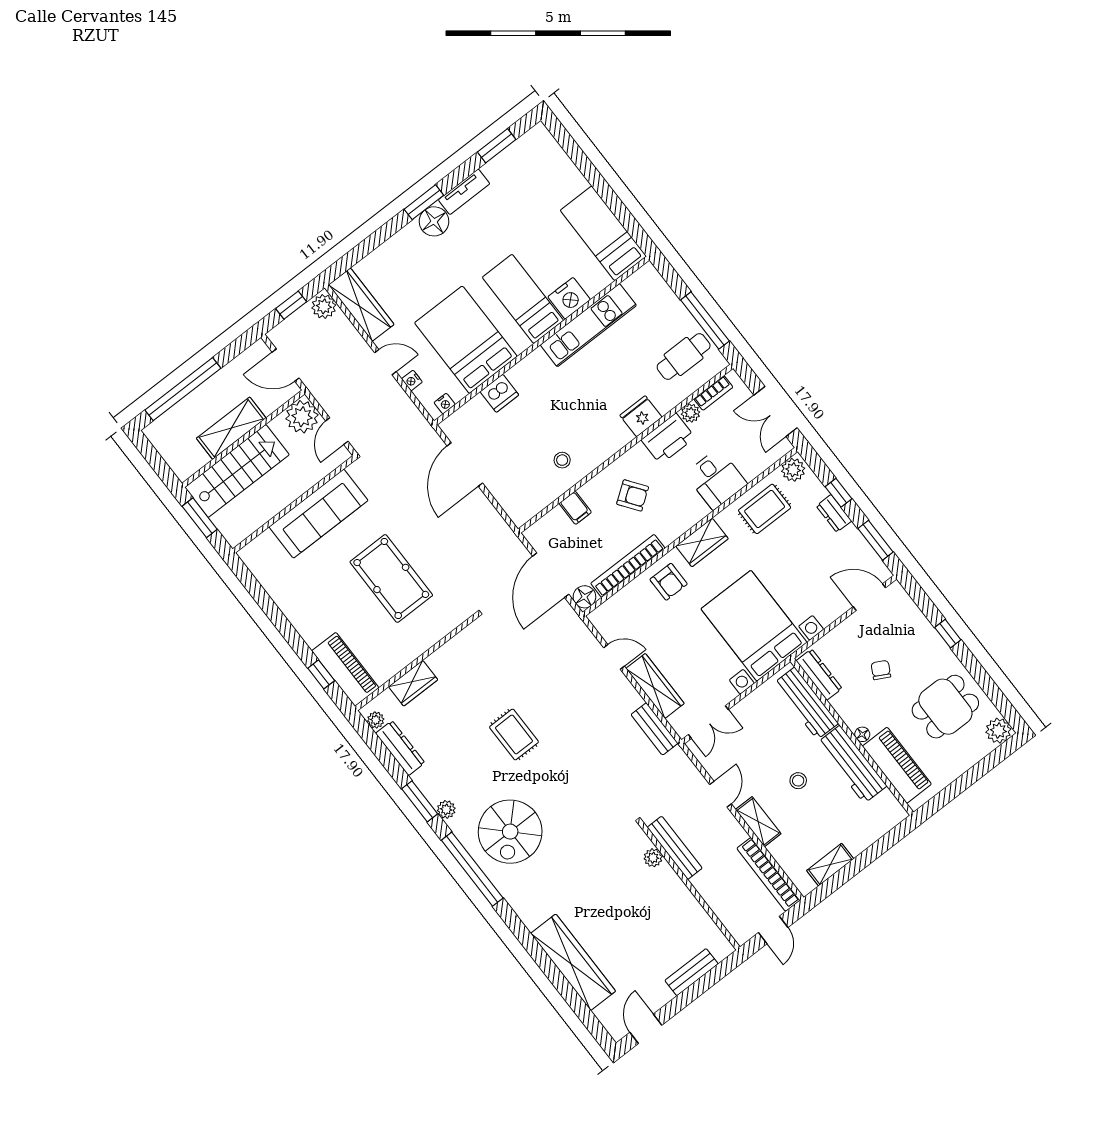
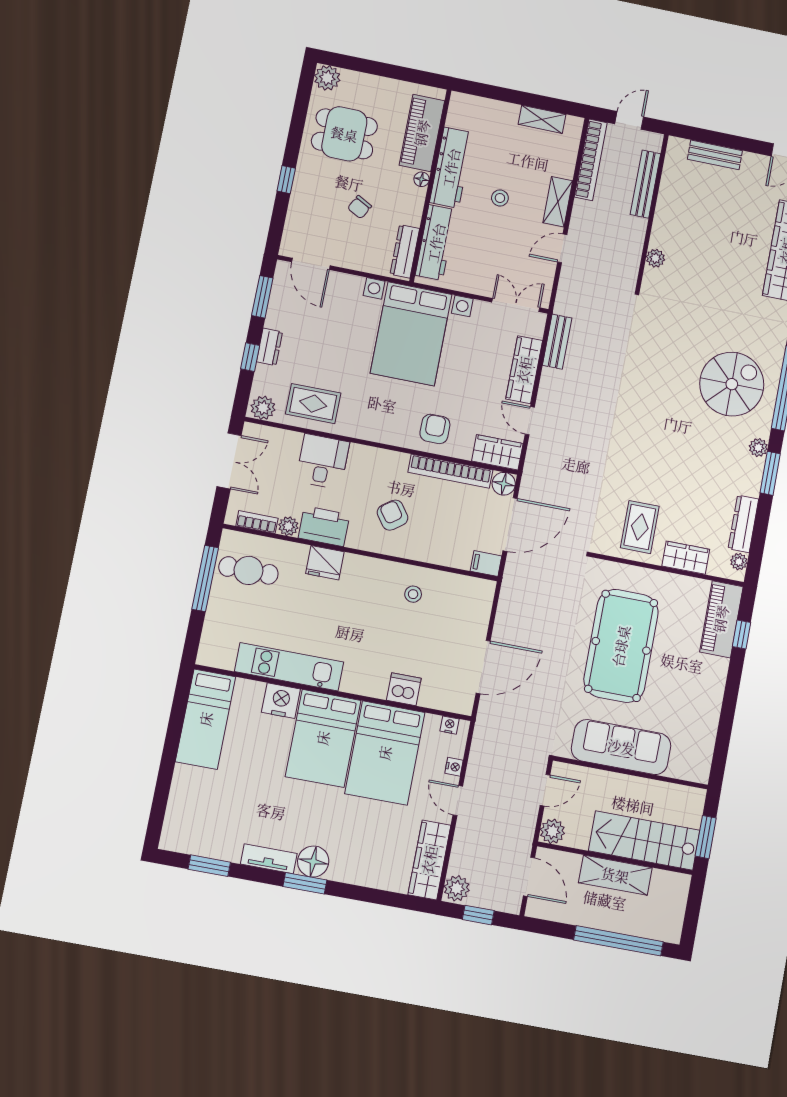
bed: (523, 299) -> (323, 738), width x1.50
plant: (302, 417) -> (552, 831), width x0.73, depth x0.73
filing cabinet: (575, 508) -> (486, 564), moved, turned -90
wardrobe: (702, 542) -> (497, 452), moved
pool table: (391, 578) -> (621, 646), width x1.36, depth x1.32
rug: (514, 734) -> (640, 527), moved
bench: (675, 848) -> (645, 184), moved

